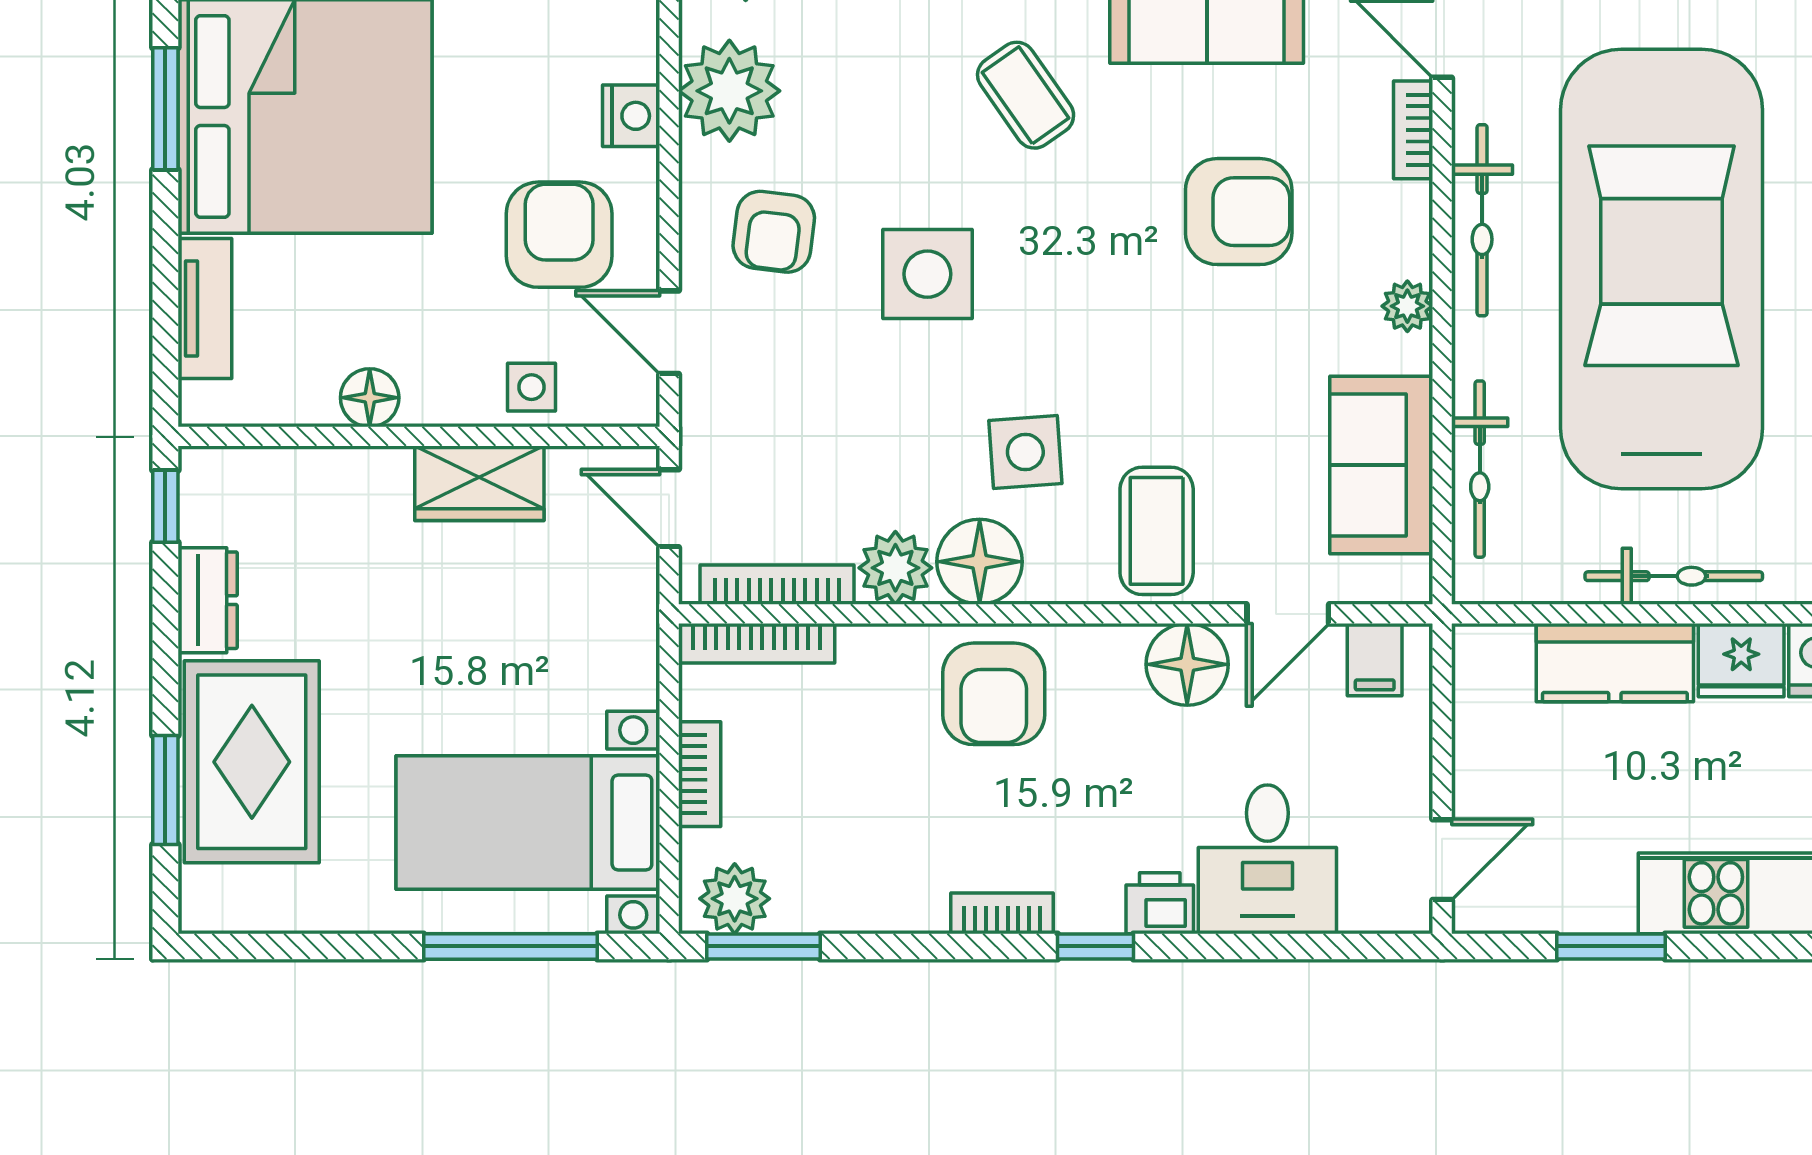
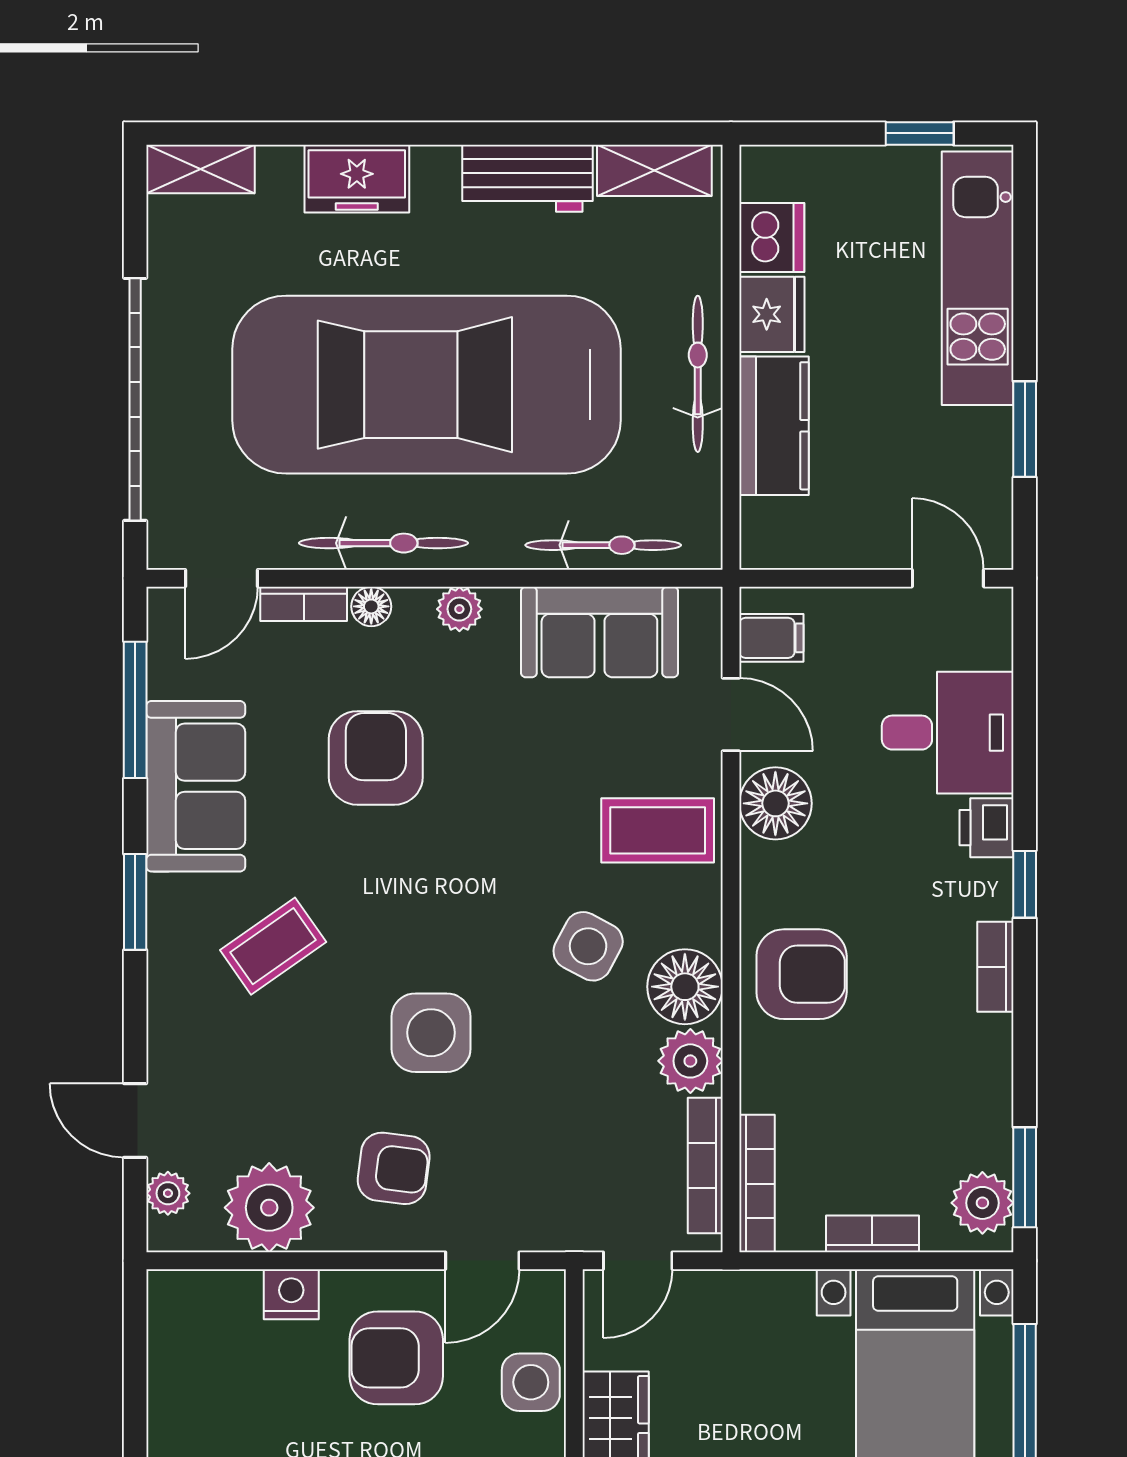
floor lamp: (1410, 206) -> (371, 606), added
side table: (532, 387) -> (531, 1382), width x1.37, depth x1.37
side table: (1025, 452) -> (588, 946), turned 32

